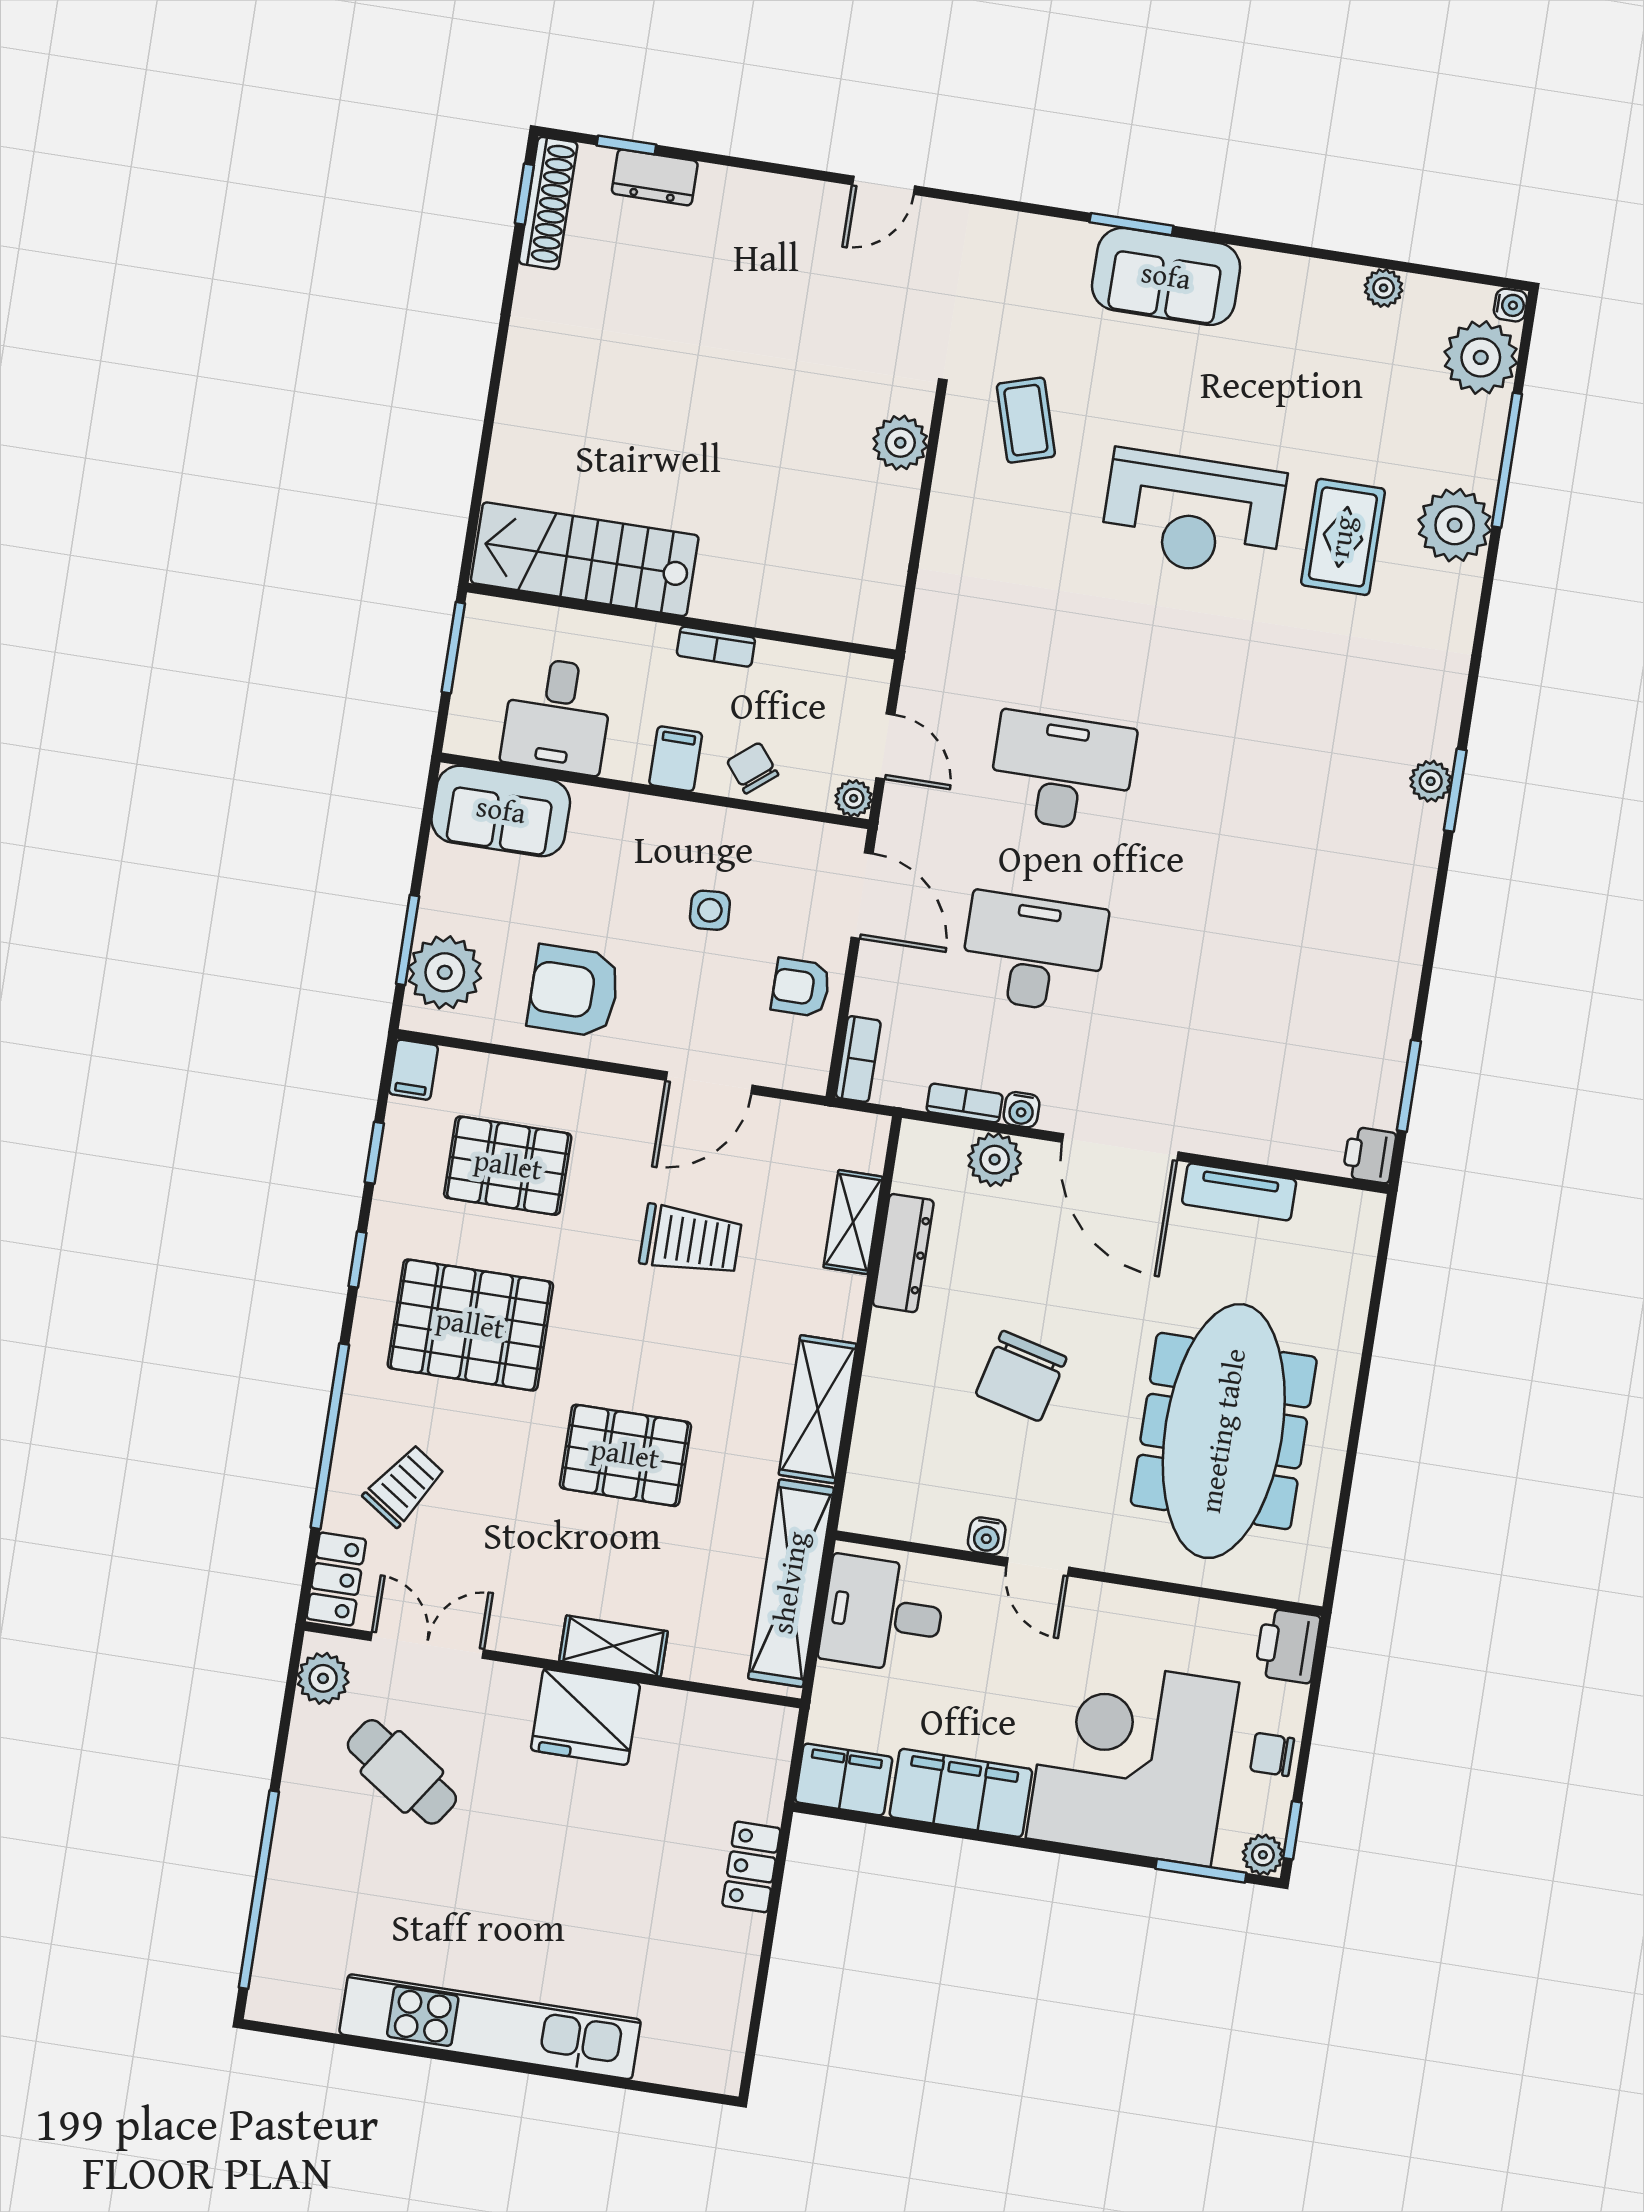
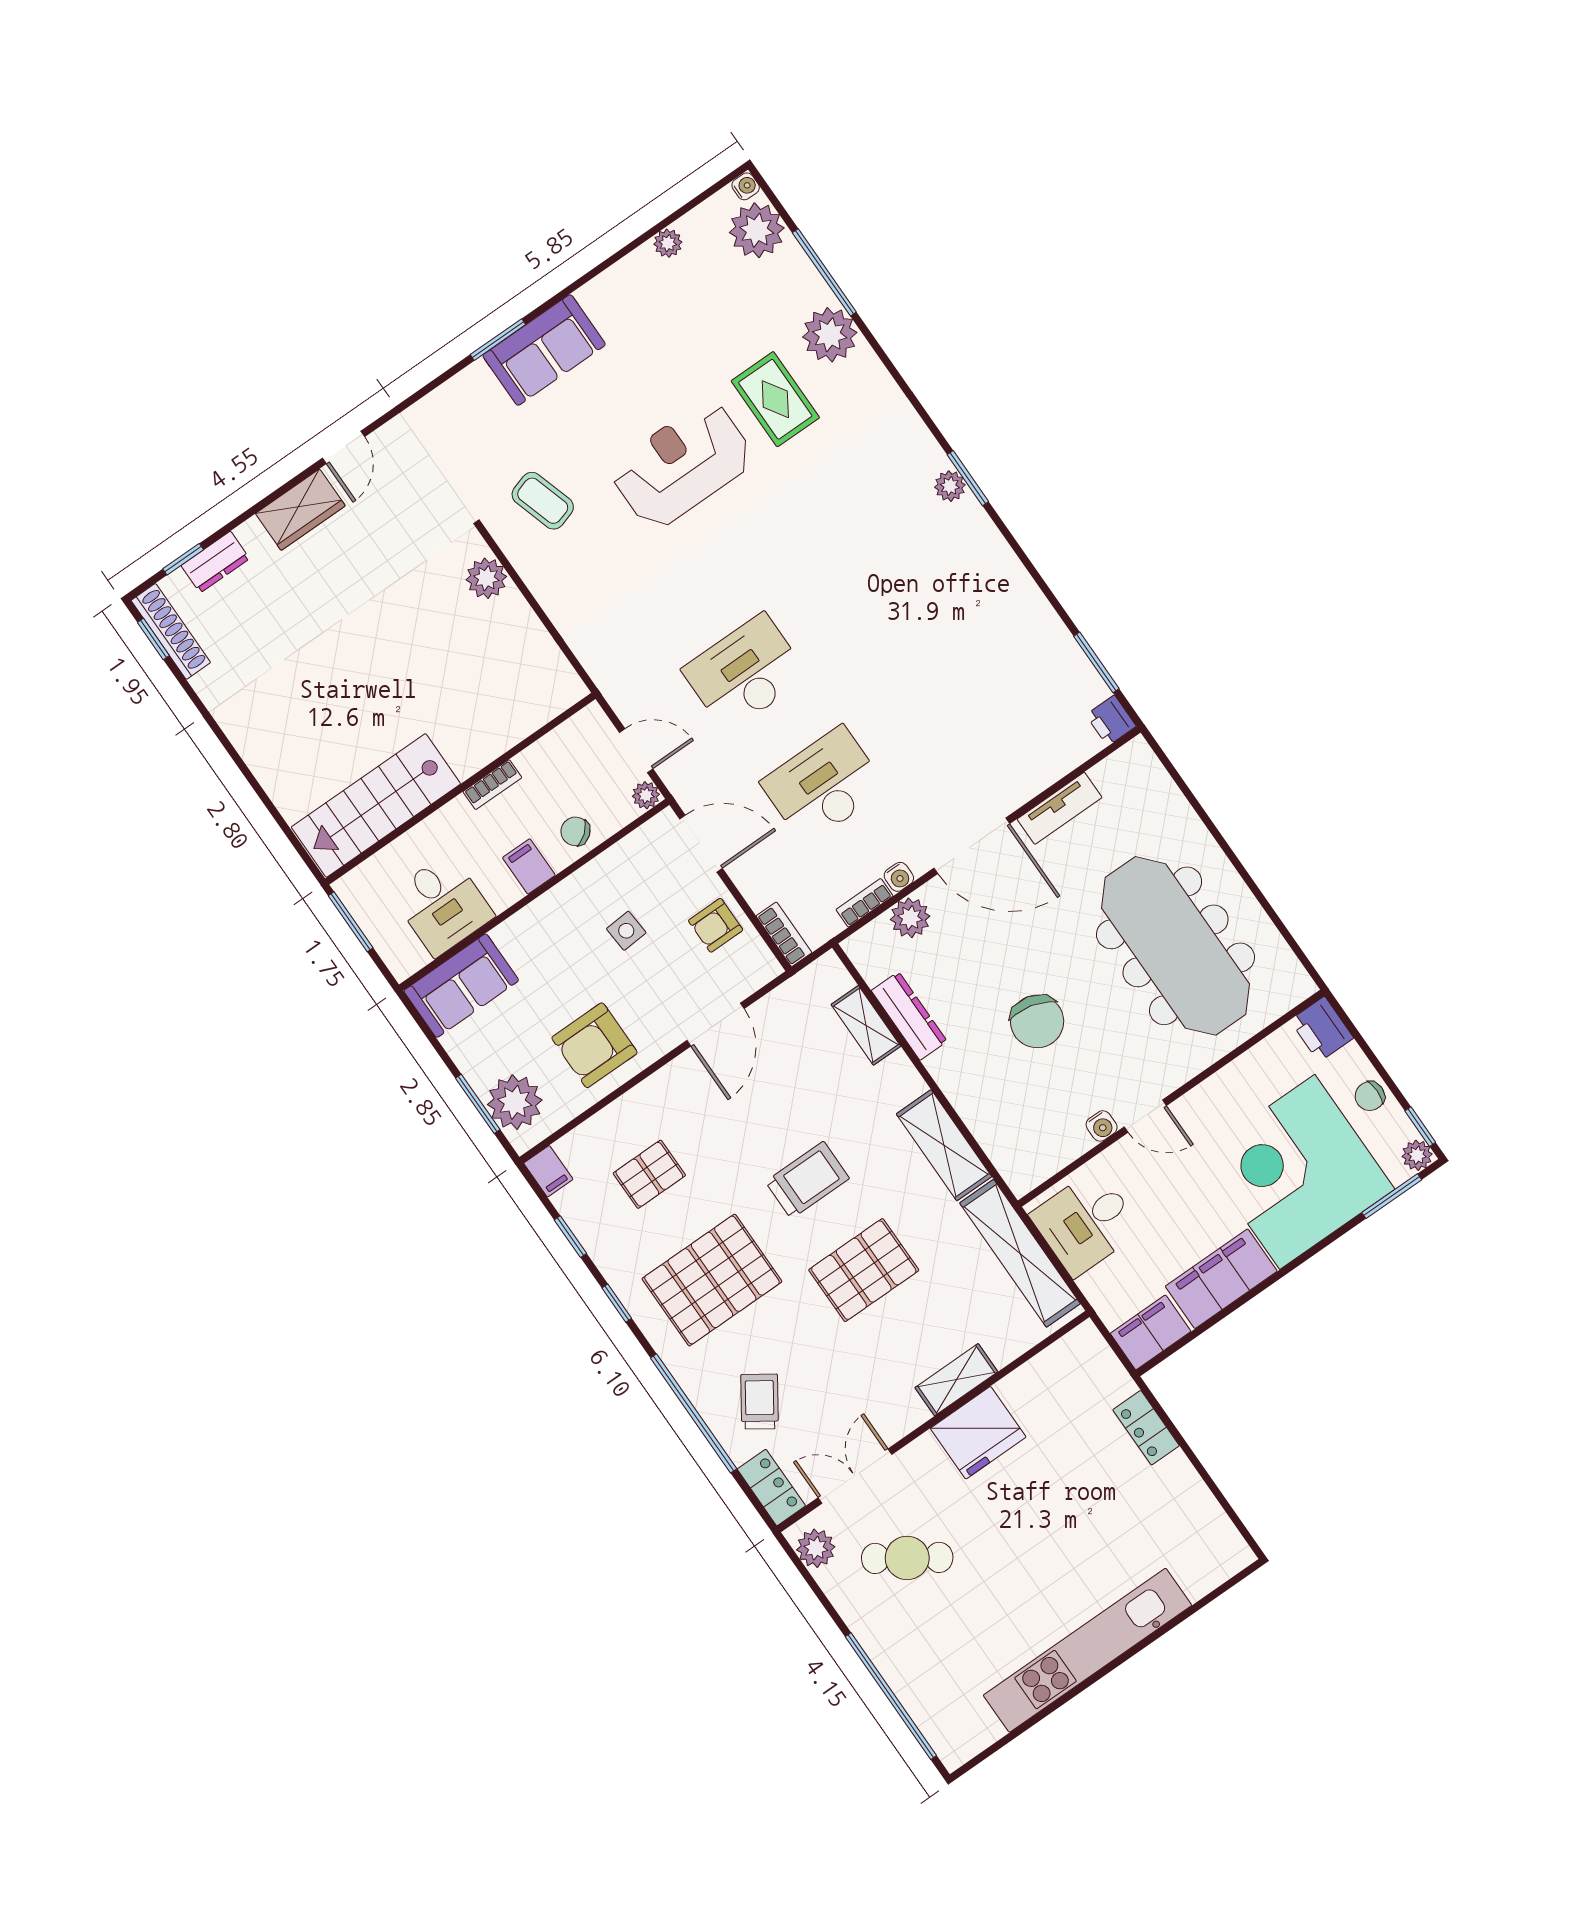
wardrobe: (785, 205) -> (300, 510), added
reception desk: (1193, 514) -> (682, 465), turned 180
pallet: (508, 1166) -> (649, 1174), width x0.67, depth x0.71
trolley: (691, 1240) -> (807, 1180), moved

